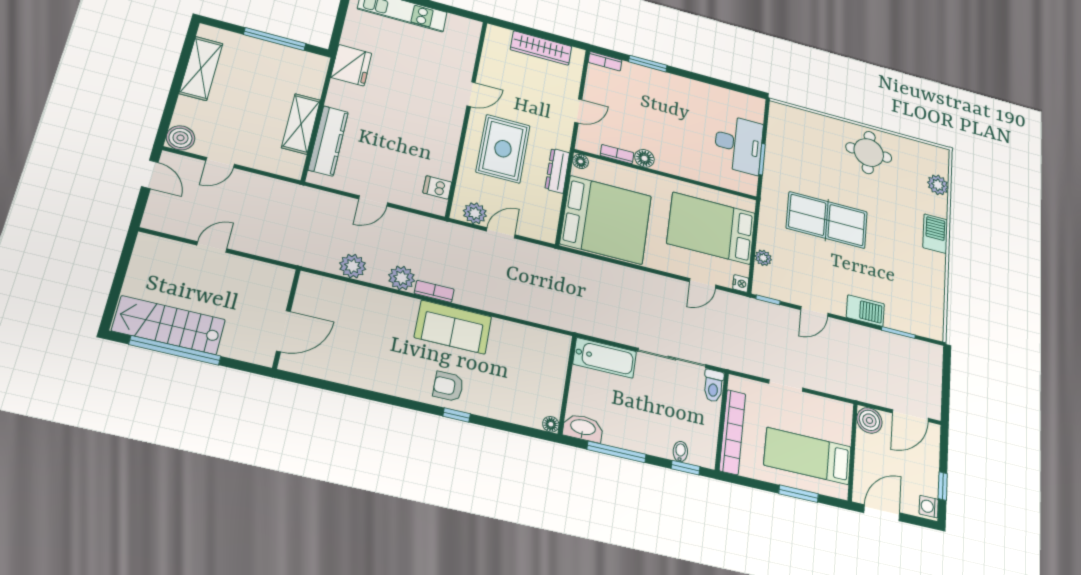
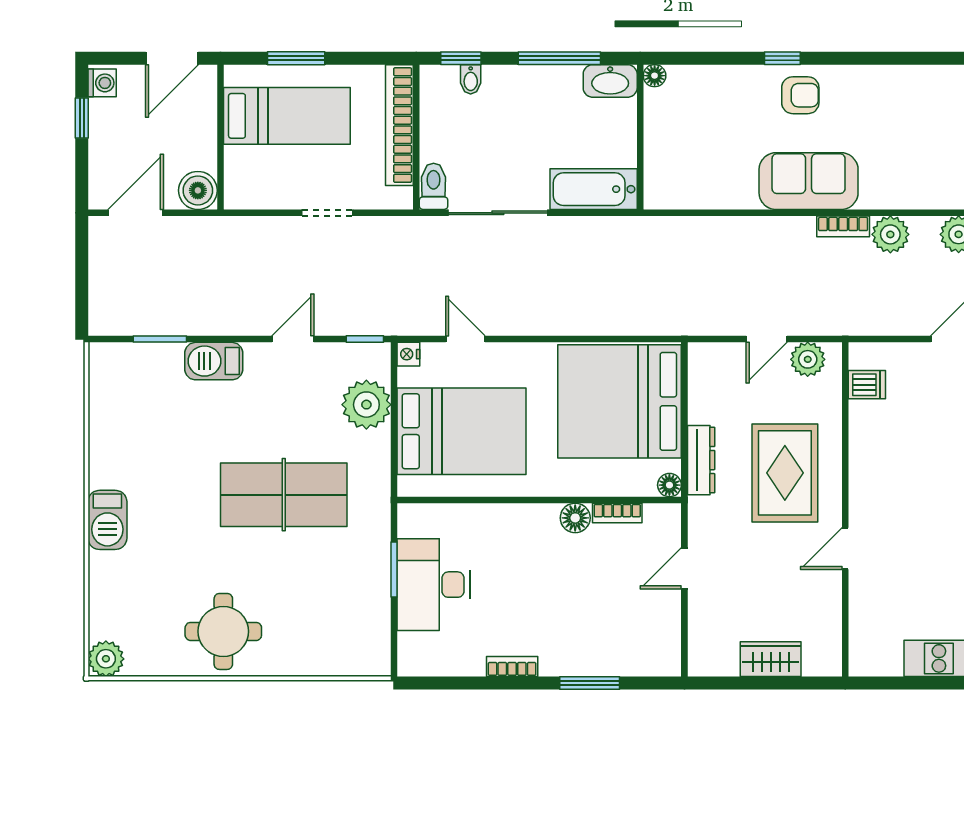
wardrobe: (541, 48) -> (771, 659), width x0.67
bookcase: (605, 61) -> (512, 667), moved
plant: (938, 185) -> (106, 659), moved
plant: (763, 258) -> (366, 405), width x1.87, depth x1.87
door: (703, 283) -> (465, 339), hinge flipped

